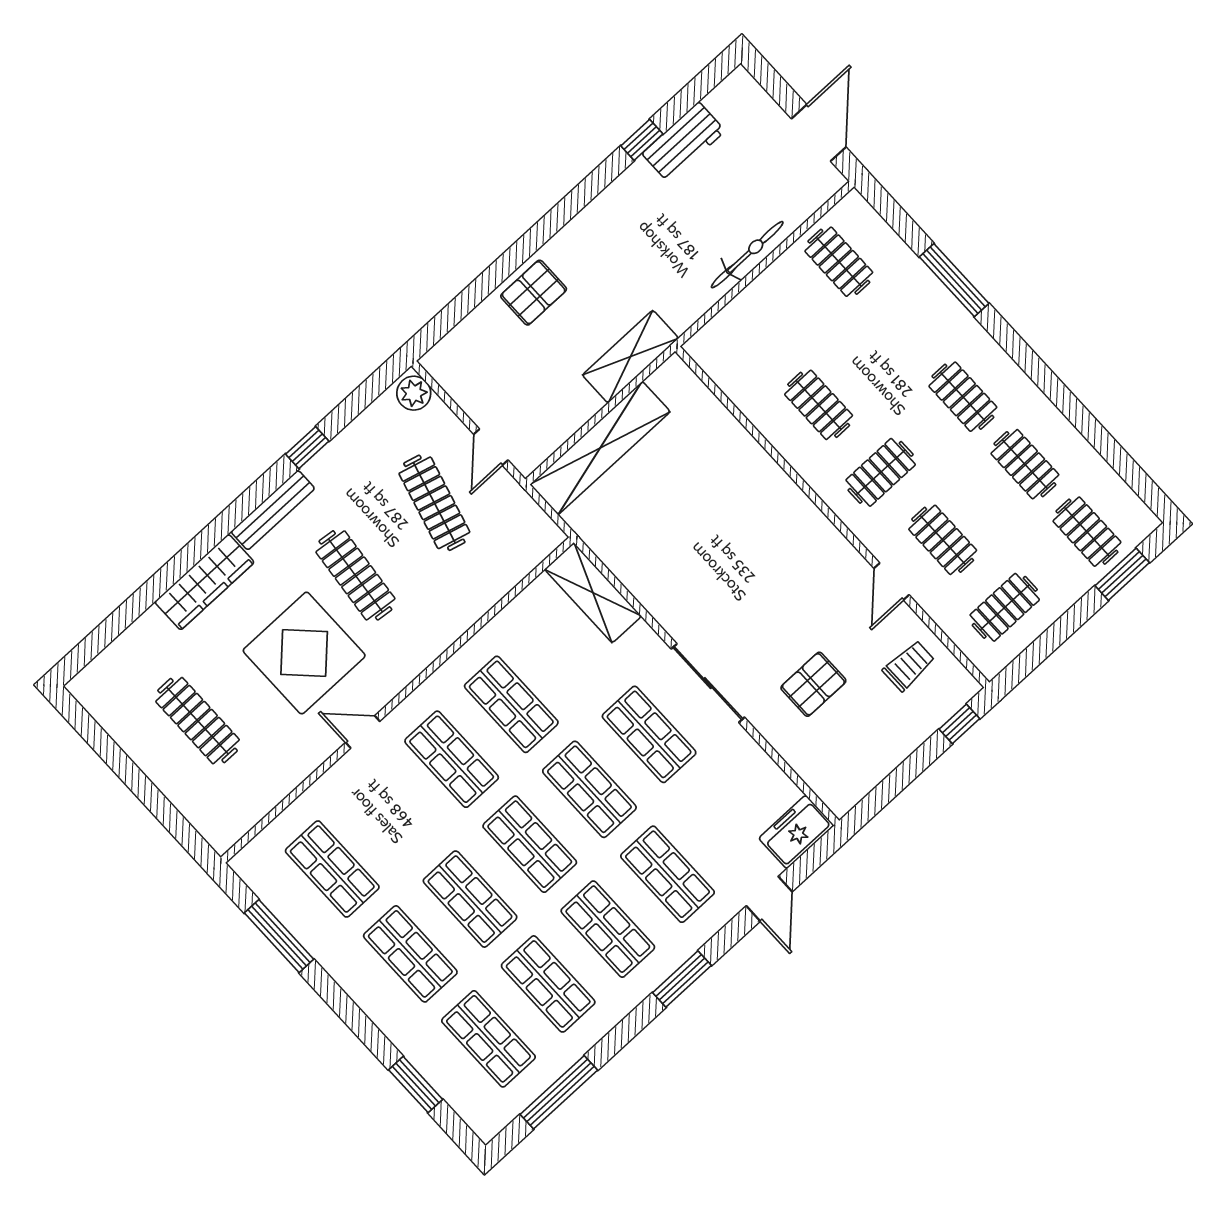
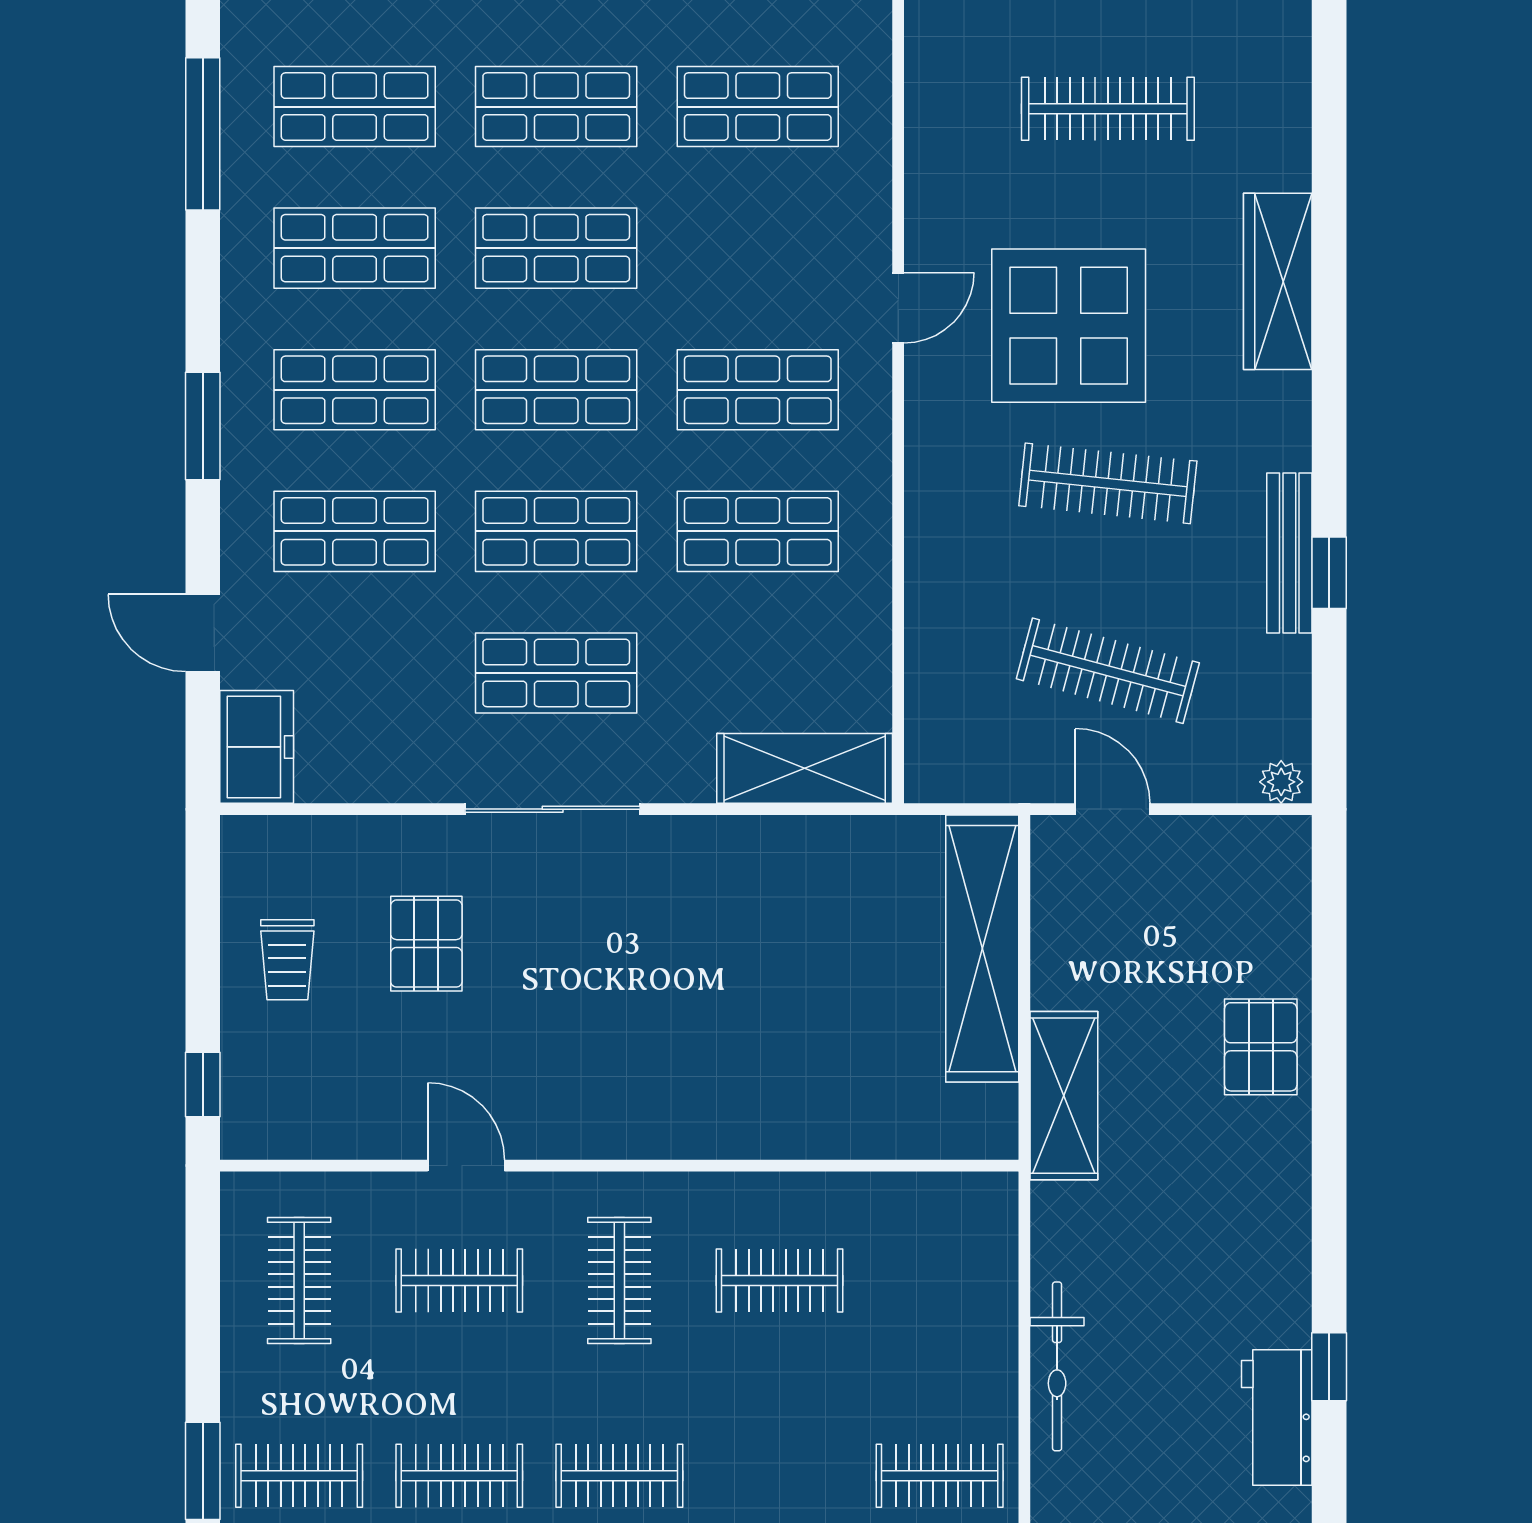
plant: (414, 393) -> (1281, 782), width x0.73, depth x0.73
bench: (273, 510) -> (1289, 553), moved
trolley: (909, 666) -> (287, 960), moved

